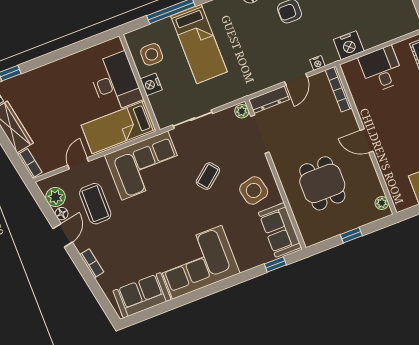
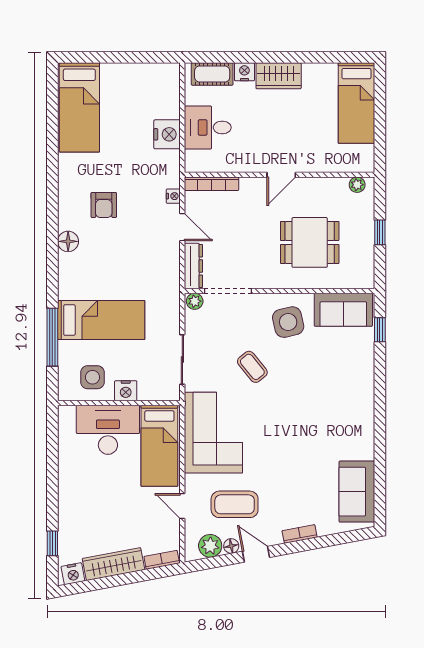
nightstand: (349, 45) -> (167, 134), moved
corner sofa: (197, 262) -> (344, 416), removed

